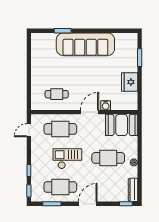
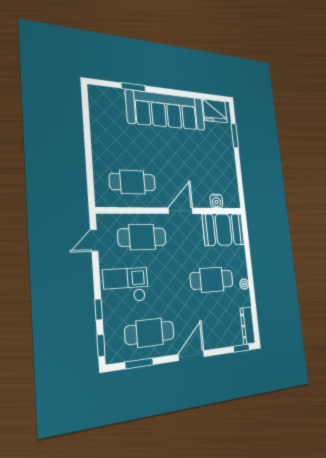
fridge: (130, 82) -> (215, 111), moved, turned -90
cafe table: (57, 94) -> (133, 182), width x1.37, depth x1.35
water cooler: (106, 105) -> (216, 201), moved
checkout: (67, 159) -> (126, 285), moved

